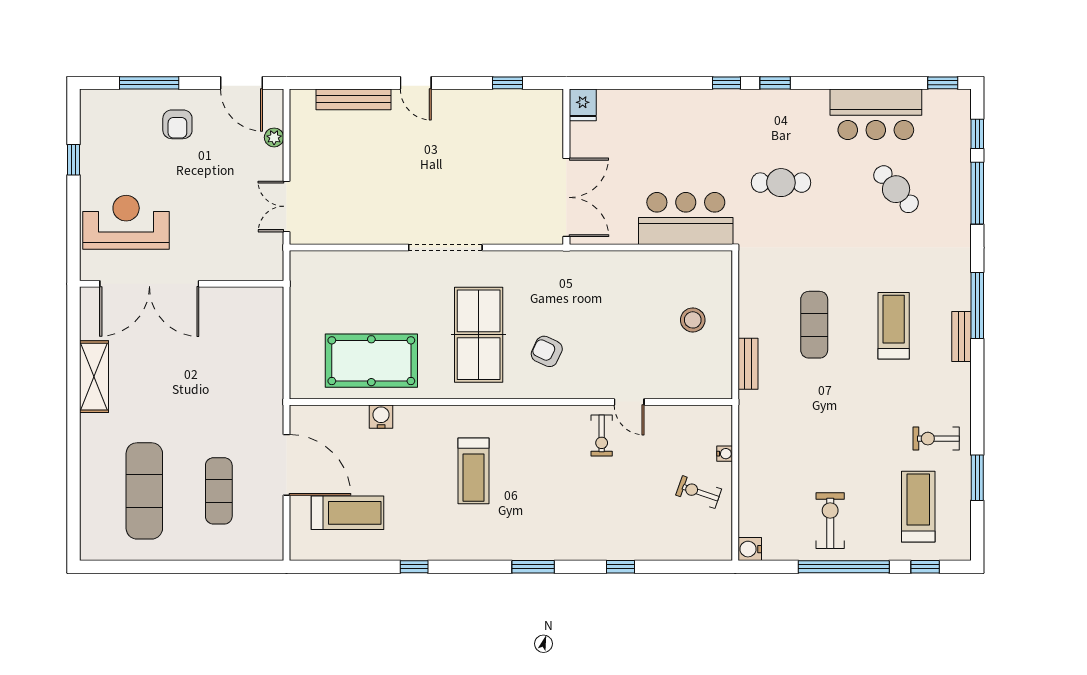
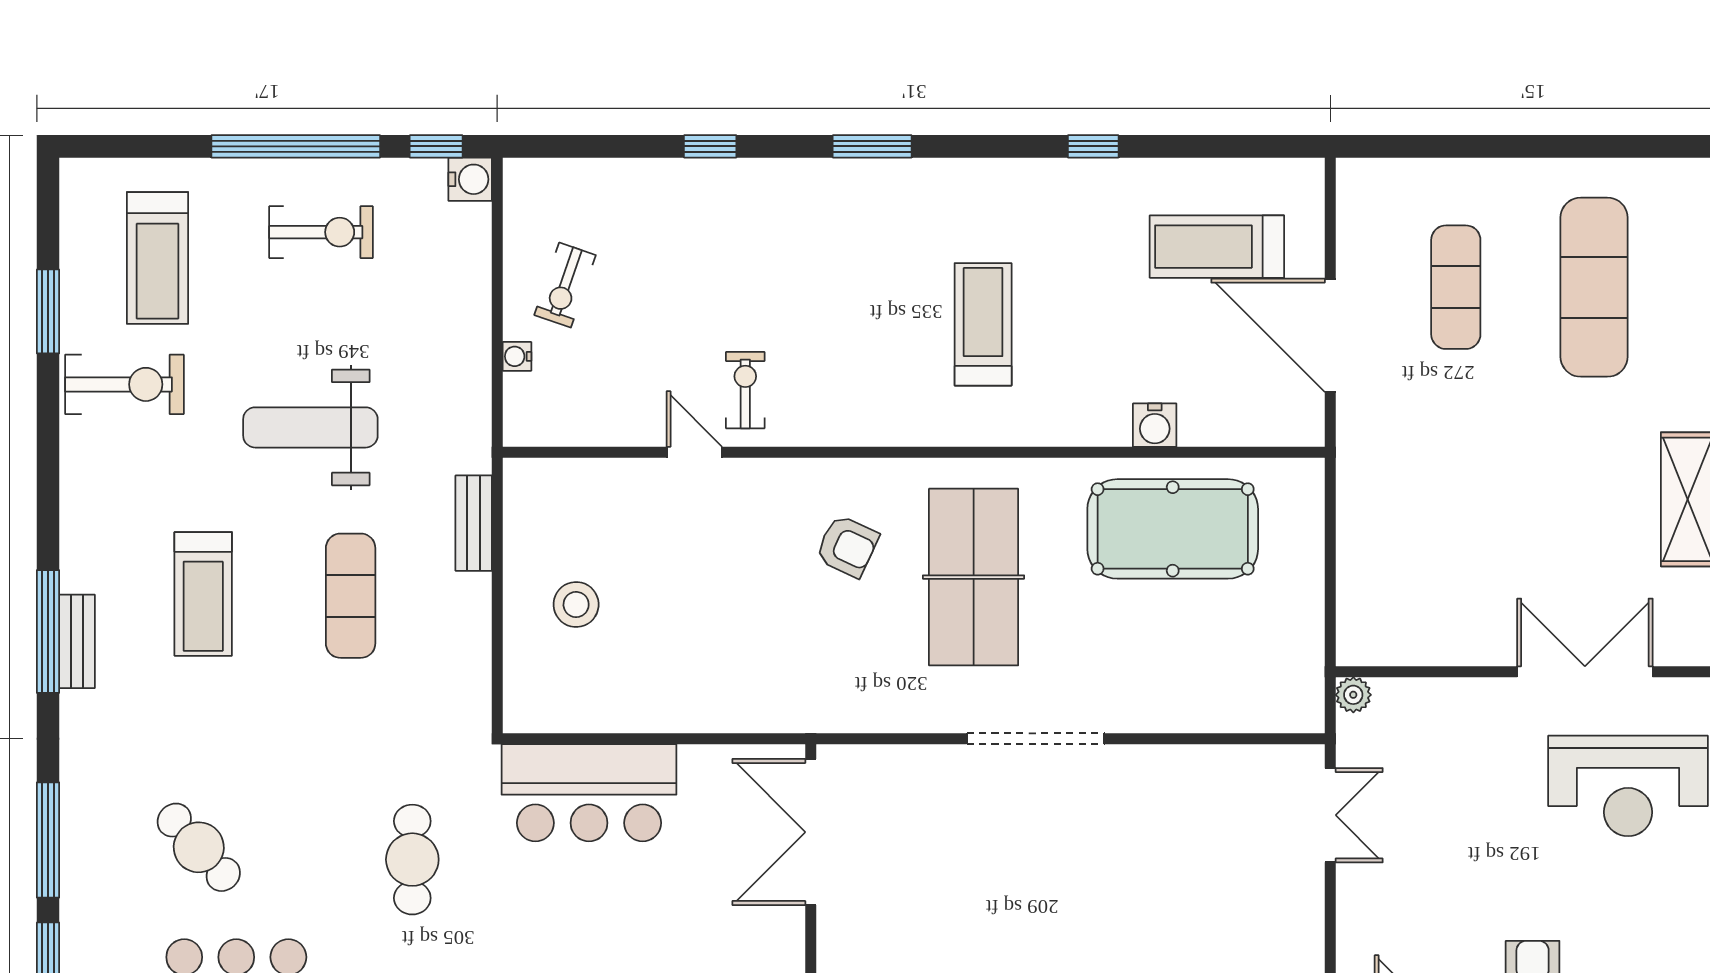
plant: (274, 137) -> (1353, 695), moved
cafe table: (781, 183) -> (412, 860), turned 90
double door: (149, 284) -> (1585, 672), width x0.73
bench: (962, 336) -> (77, 641), moved
weight bench: (836, 415) -> (310, 427), added
exercise bike: (936, 439) -> (124, 384), width x1.38, depth x1.39
exercise bike: (699, 492) -> (565, 285), turned 90
exercise bike: (830, 521) -> (321, 232), turned -90
window: (925, 567) -> (436, 146), moved

